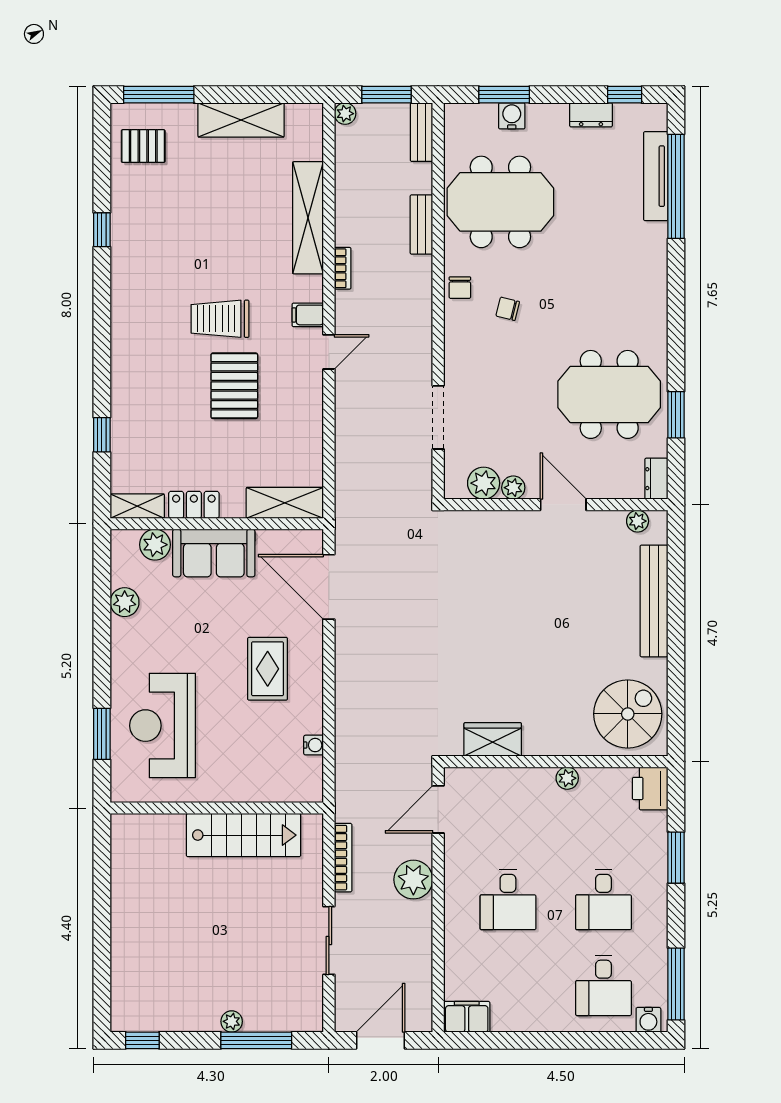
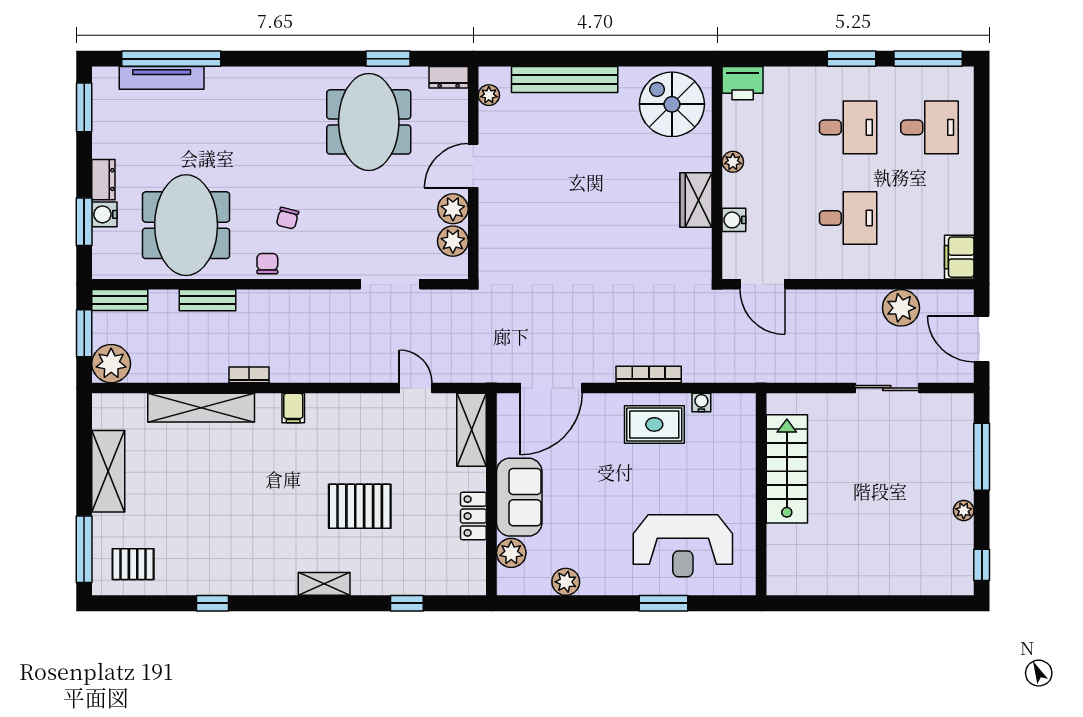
window: (625, 95) -> (84, 107), width x1.50
plant: (345, 114) -> (111, 364), width x1.87, depth x1.87
dresser: (591, 115) -> (103, 180), moved
pallet: (143, 146) -> (133, 564), turned 90
chair: (460, 288) -> (267, 264), turned -90
trolley: (220, 319) -> (297, 491), removed
door: (329, 352) -> (416, 388), moved
pallet: (234, 386) -> (360, 506), moved
plant: (513, 488) -> (453, 209), width x1.38, depth x1.38
shelving: (137, 506) -> (324, 584), moved, turned 90
rug: (268, 669) -> (654, 424), moved
window: (102, 734) -> (664, 603), moved
wardrobe: (493, 739) -> (696, 200), moved
bookcase: (343, 858) -> (649, 374), moved
window: (676, 858) -> (852, 59), moved
plant: (413, 880) -> (901, 308), moved
water cooler: (648, 1020) -> (734, 220), moved, turned 180
plant: (232, 1021) -> (964, 510), moved

